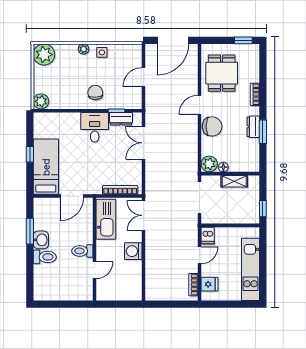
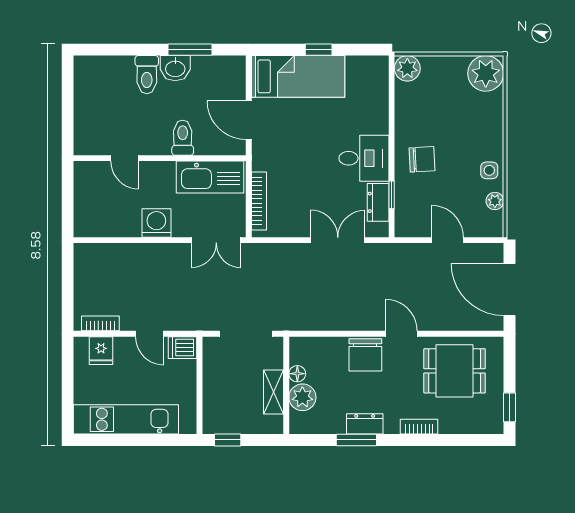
plant: (84, 49) -> (495, 201), moved
plant: (209, 164) -> (302, 397), moved
double door: (144, 215) -> (216, 240), swing flipped
toilet: (82, 251) -> (183, 138), moved

